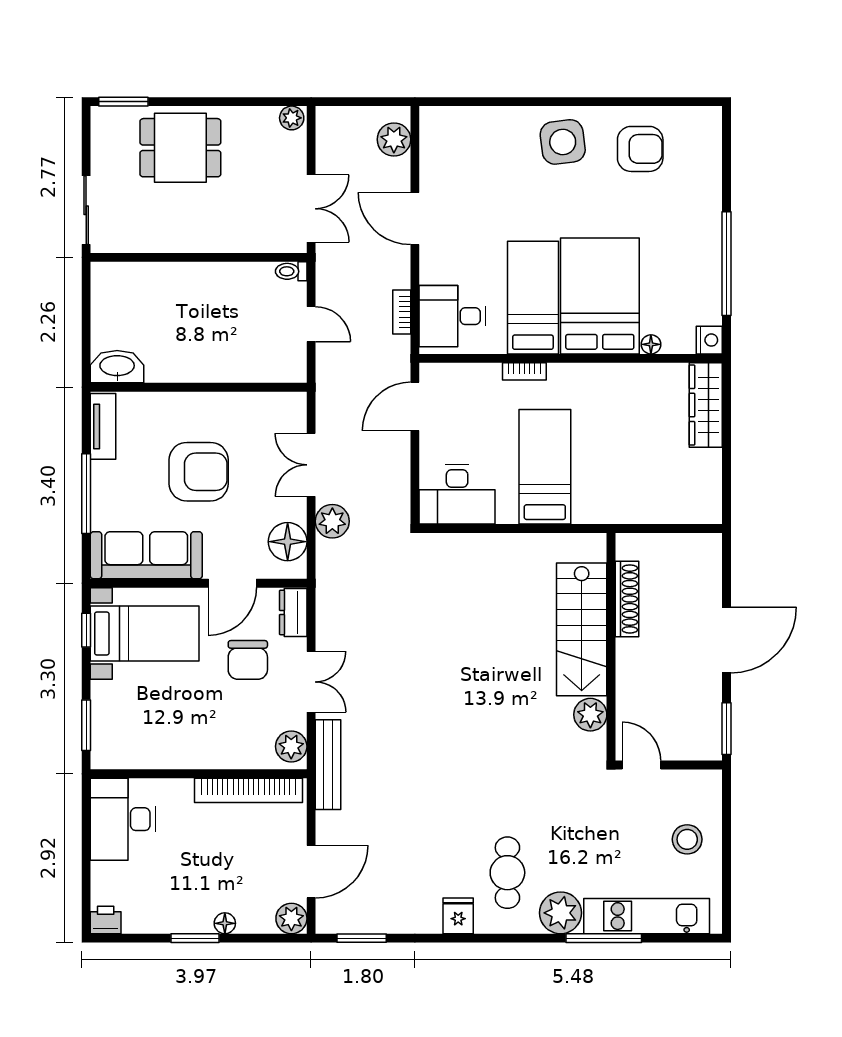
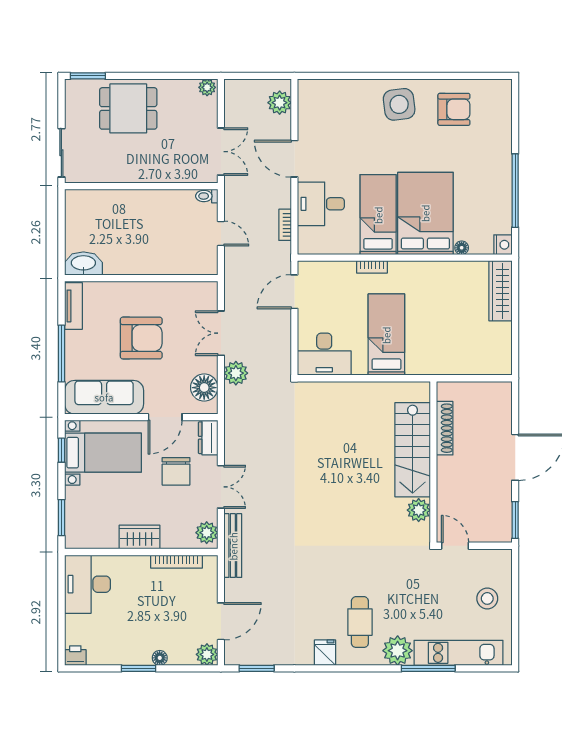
desk: (452, 316) -> (321, 204), moved
wardrobe: (196, 753) -> (140, 537), added
bookcase: (249, 790) -> (177, 562), width x0.68, depth x0.76

